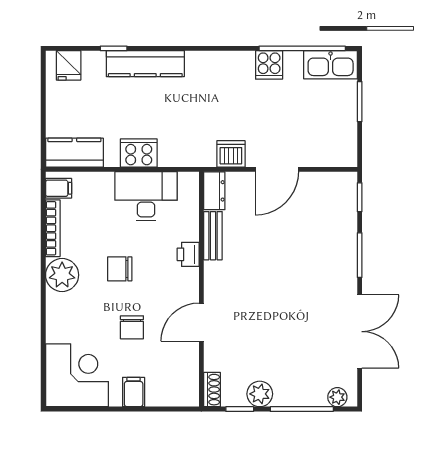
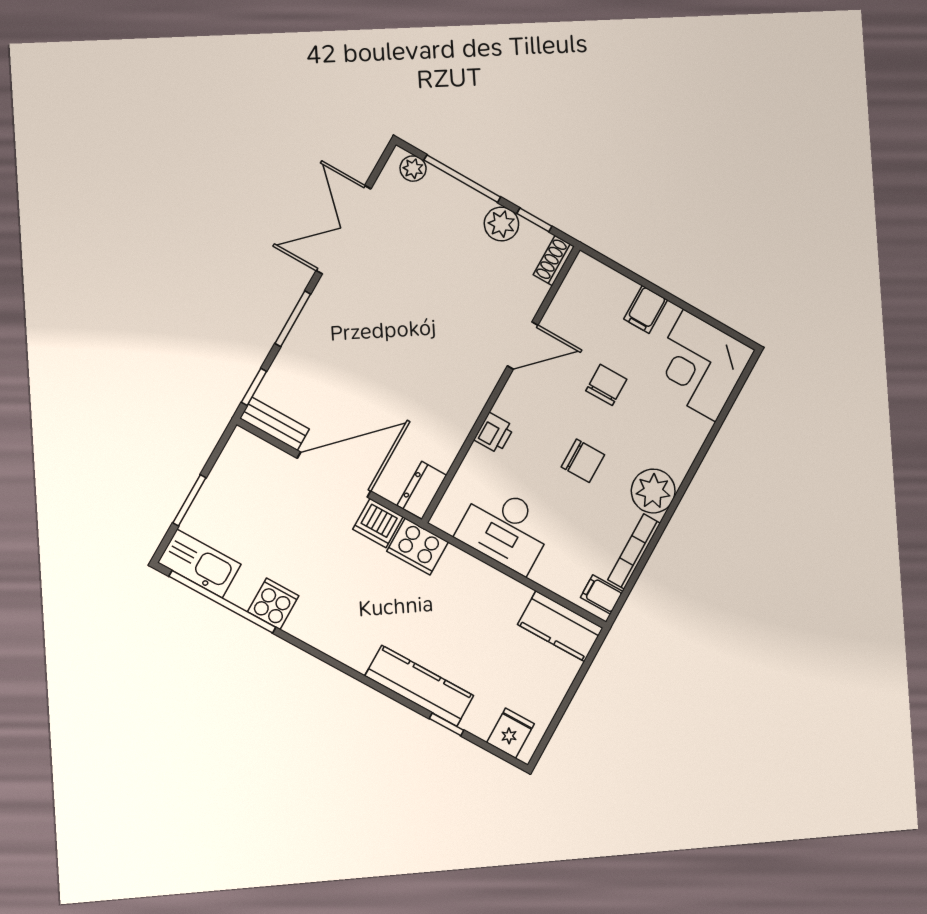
cooker: (139, 153) -> (418, 547), moved
door: (277, 169) -> (334, 475), width x1.36
bench: (213, 236) -> (275, 424), moved, turned 90

